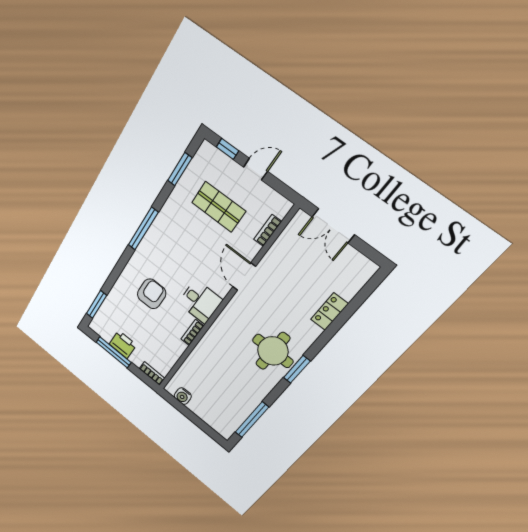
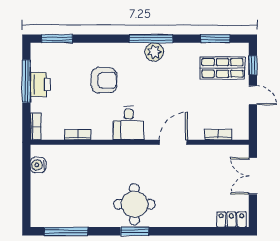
shop shelf: (219, 207) -> (223, 68), moved, turned 90
plant: (156, 234) -> (154, 52), added
locker: (329, 312) -> (231, 219), moved
bookcase: (192, 332) -> (78, 135), moved

